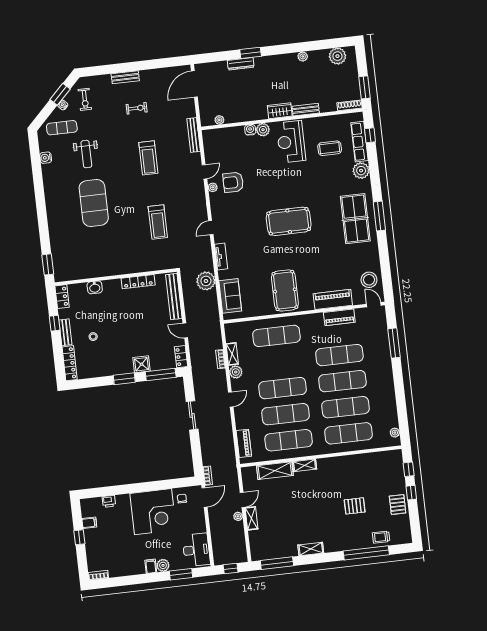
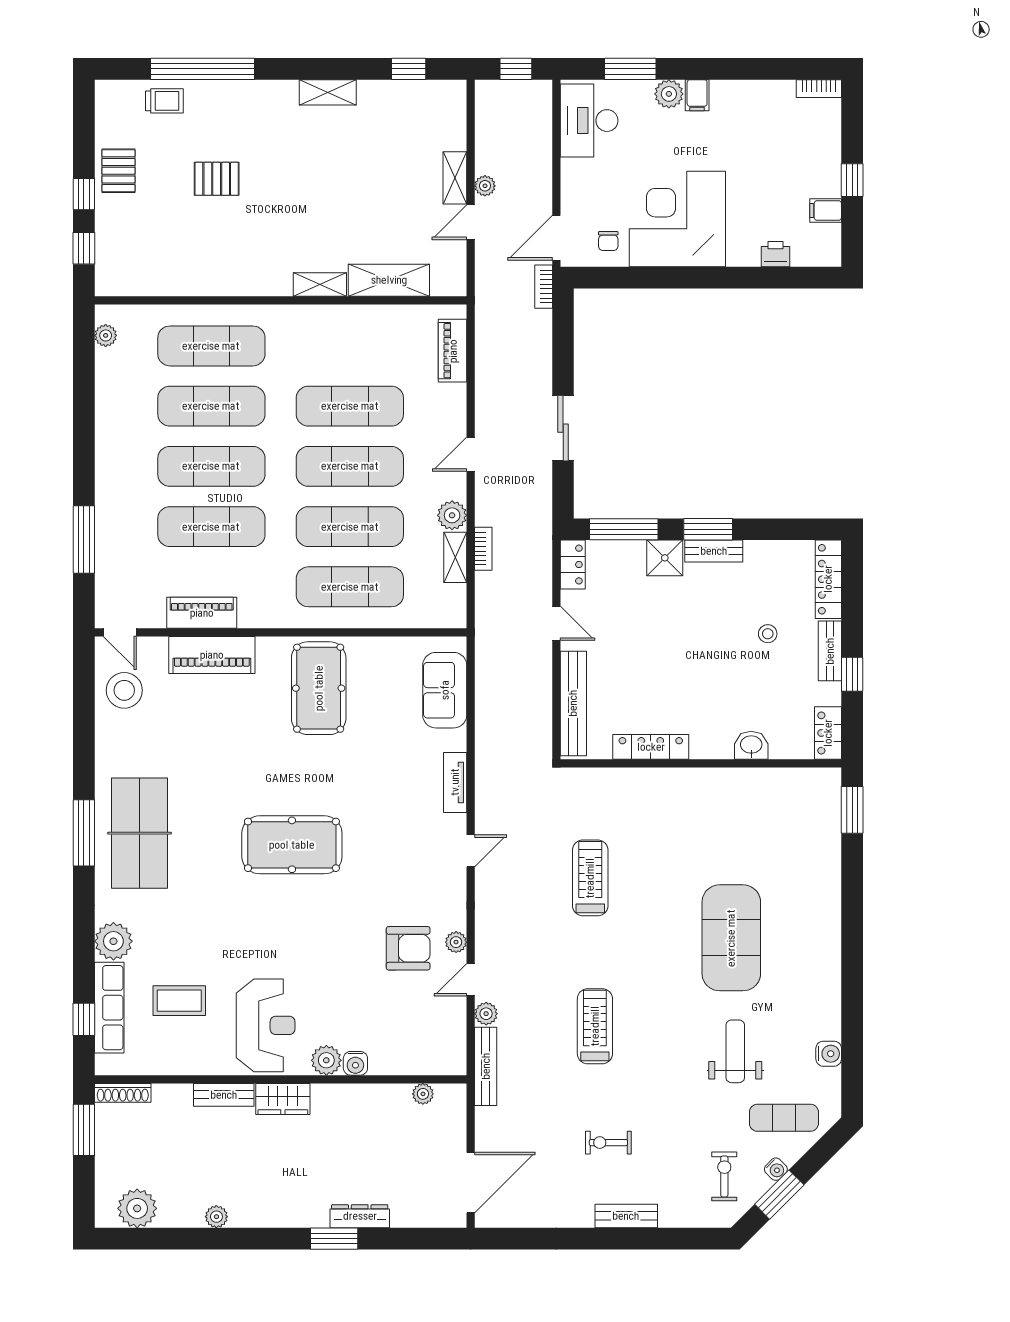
plant: (206, 281) -> (486, 1014), moved, width x0.53, depth x0.53
bench: (121, 370) -> (714, 551), added
exercise mat: (289, 440) -> (350, 527), moved
window: (277, 563) -> (409, 69), width x0.46

